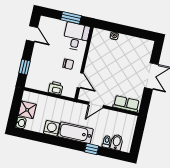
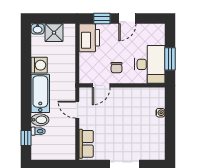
door: (32, 34) -> (127, 19), moved
desk: (76, 37) -> (150, 64), width x1.37
printer: (56, 88) -> (89, 38), moved, width x1.87, depth x1.48
bidet: (117, 142) -> (40, 120), moved
window: (92, 149) -> (26, 138), moved

